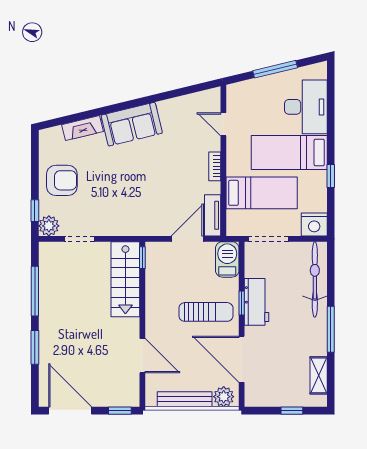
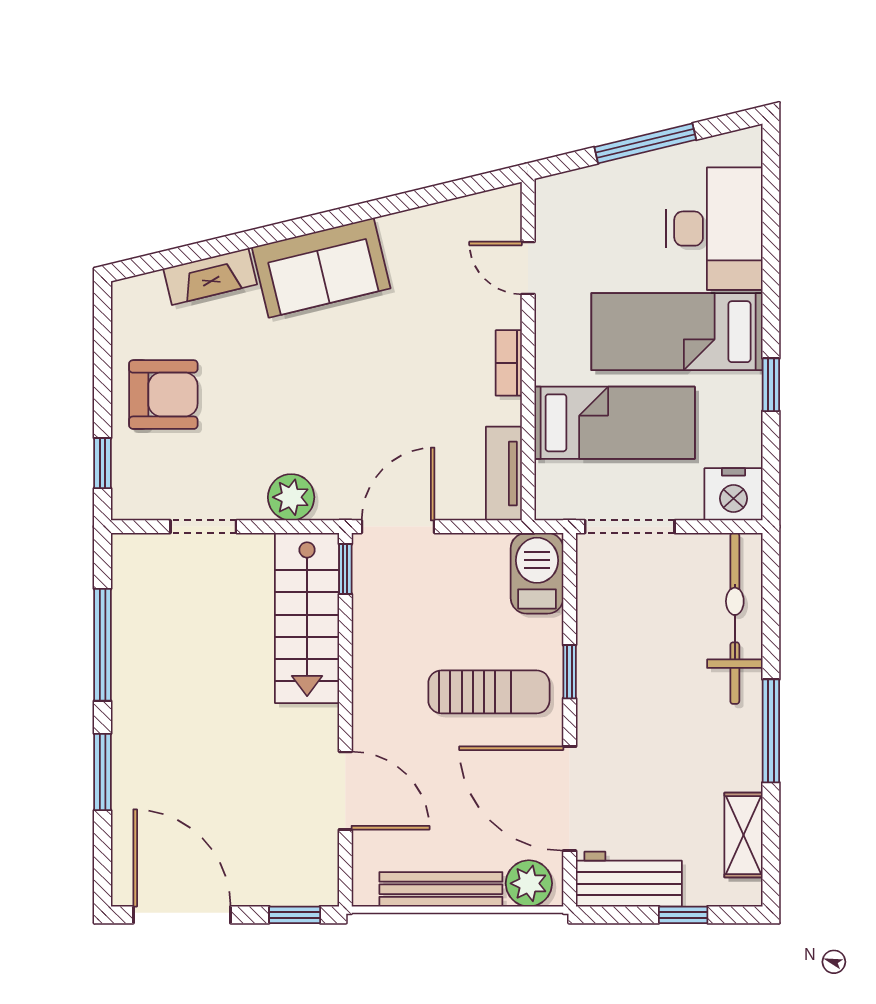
plant: (49, 226) -> (291, 497), moved
door: (187, 239) -> (398, 527), moved
workbench: (257, 302) -> (629, 879), moved, turned -90

